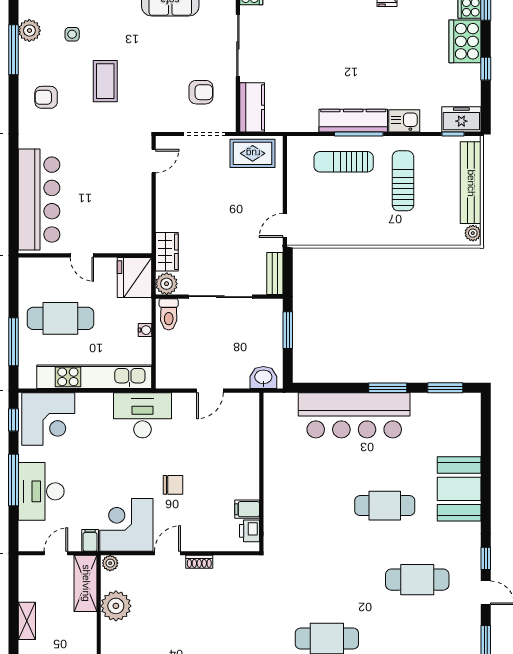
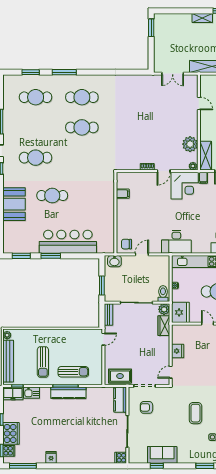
kitchen sink: (404, 121) -> (32, 393), moved
fridge: (140, 202) -> (178, 351), added
chair: (173, 485) -> (126, 244), moved
printer: (250, 531) -> (122, 183), removed

